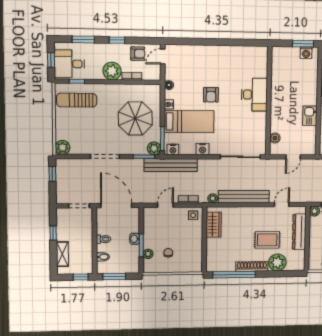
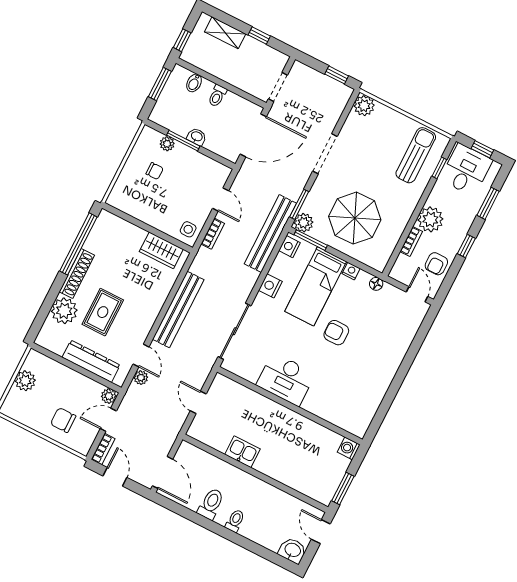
washing machine: (306, 53) -> (349, 448), moved
desk: (254, 95) -> (286, 379), moved
boiler: (275, 138) -> (236, 390), removed
plant: (213, 198) -> (141, 378), moved

